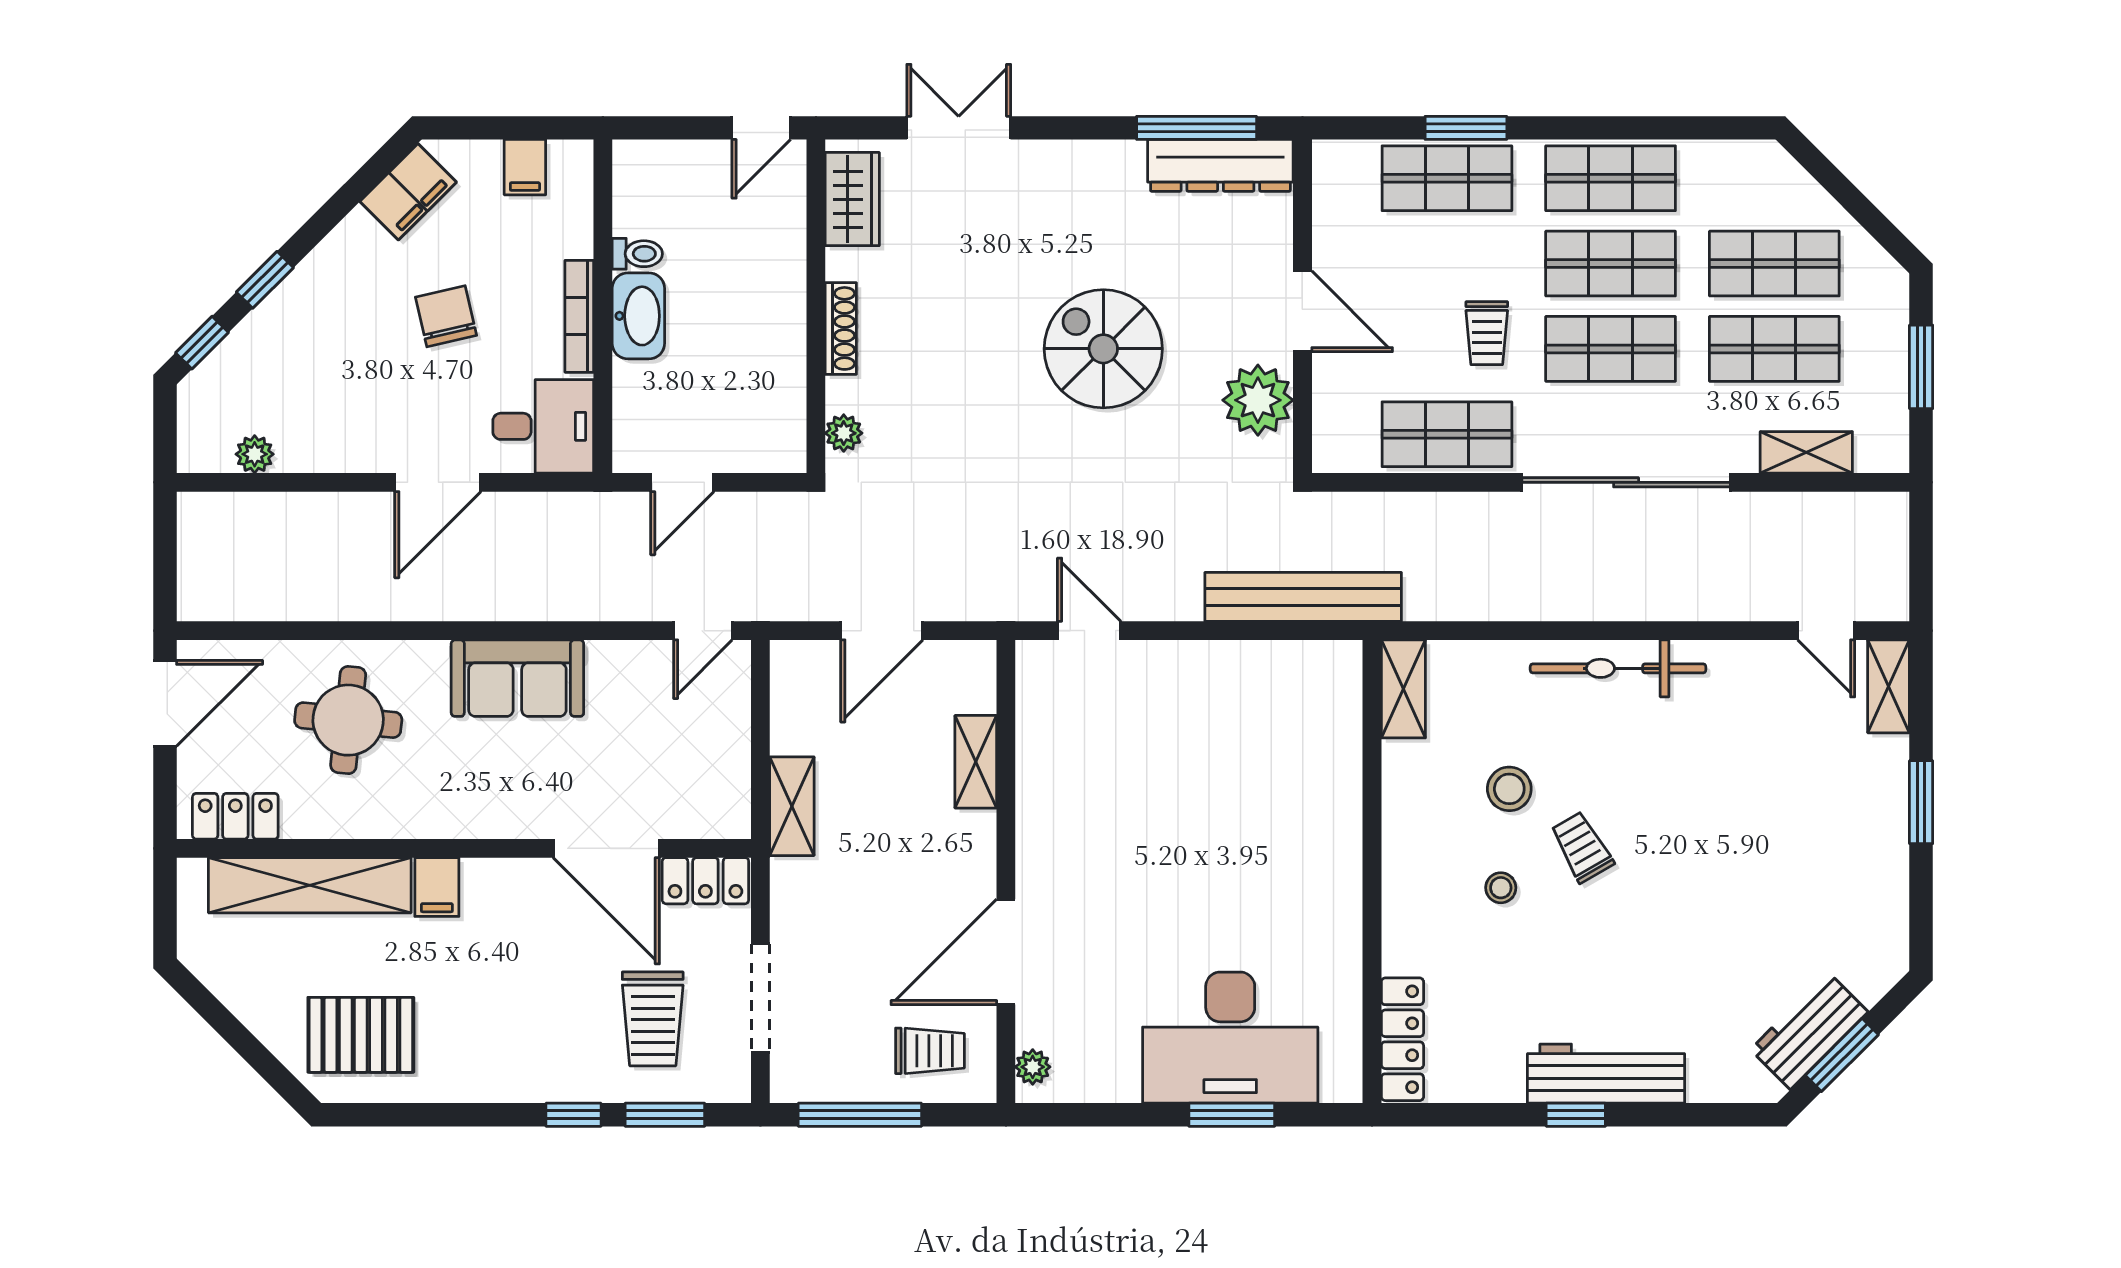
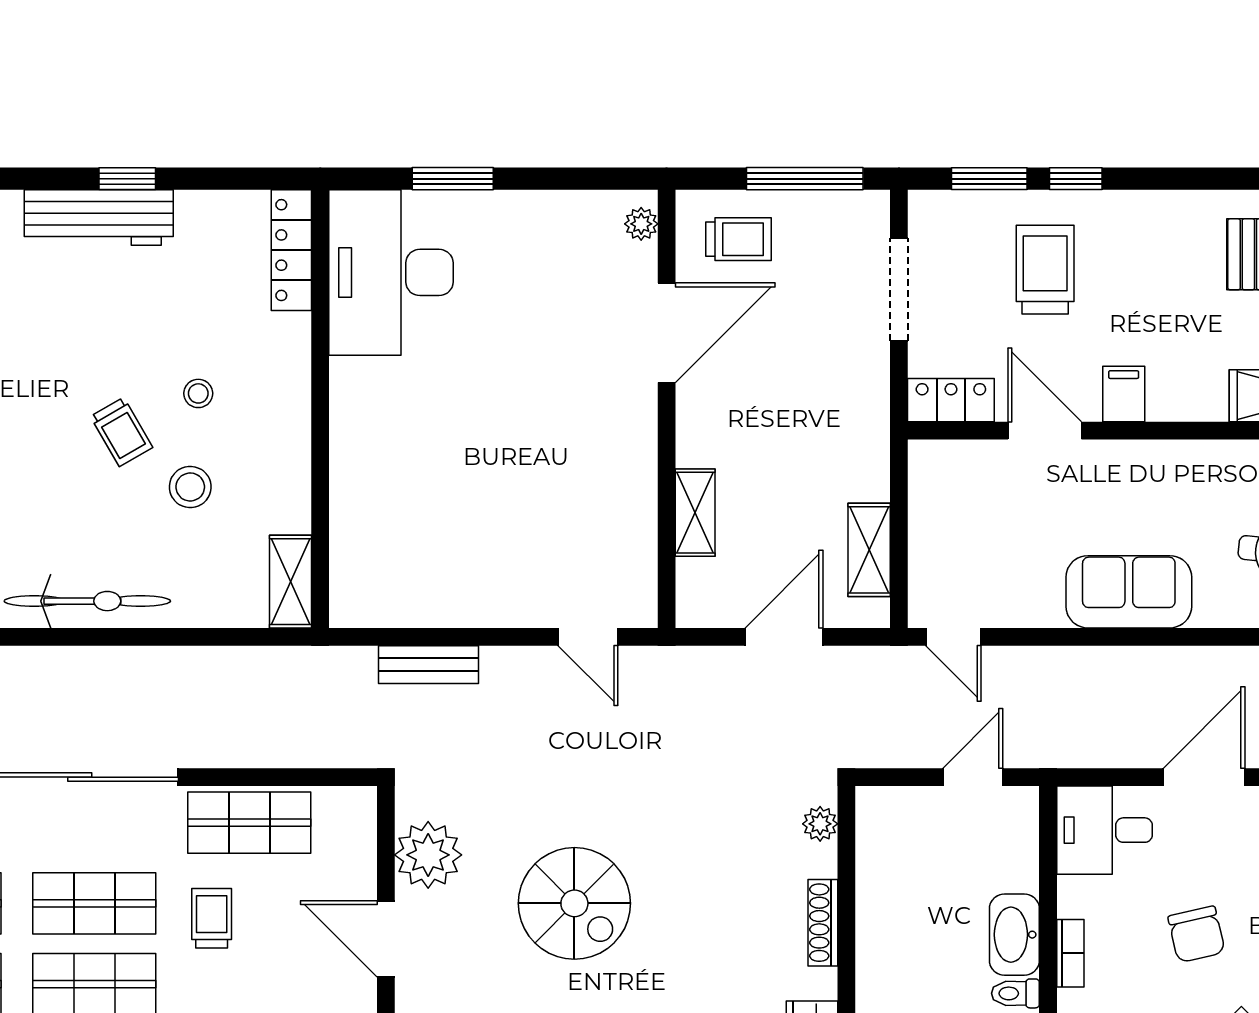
bookcase: (579, 316) -> (1070, 953), width x0.64
bench: (1303, 597) -> (428, 665), width x0.54, depth x0.82
door: (703, 631) -> (953, 637), swing flipped
shelving: (792, 806) -> (869, 550), moved
door: (606, 848) -> (1045, 431), width x0.73
filing cabinet: (437, 887) -> (1124, 394), moved
trolley: (653, 1019) -> (1045, 270), moved
desk: (1230, 1038) -> (391, 272), moved, turned -90
trolley: (930, 1051) -> (739, 239), turned 180

